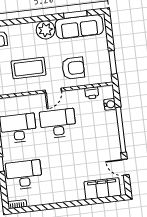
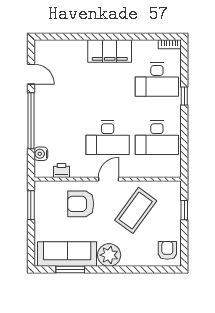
coffee table: (29, 68) -> (136, 210), turned -54
filing cabinet: (102, 189) -> (110, 51), moved

